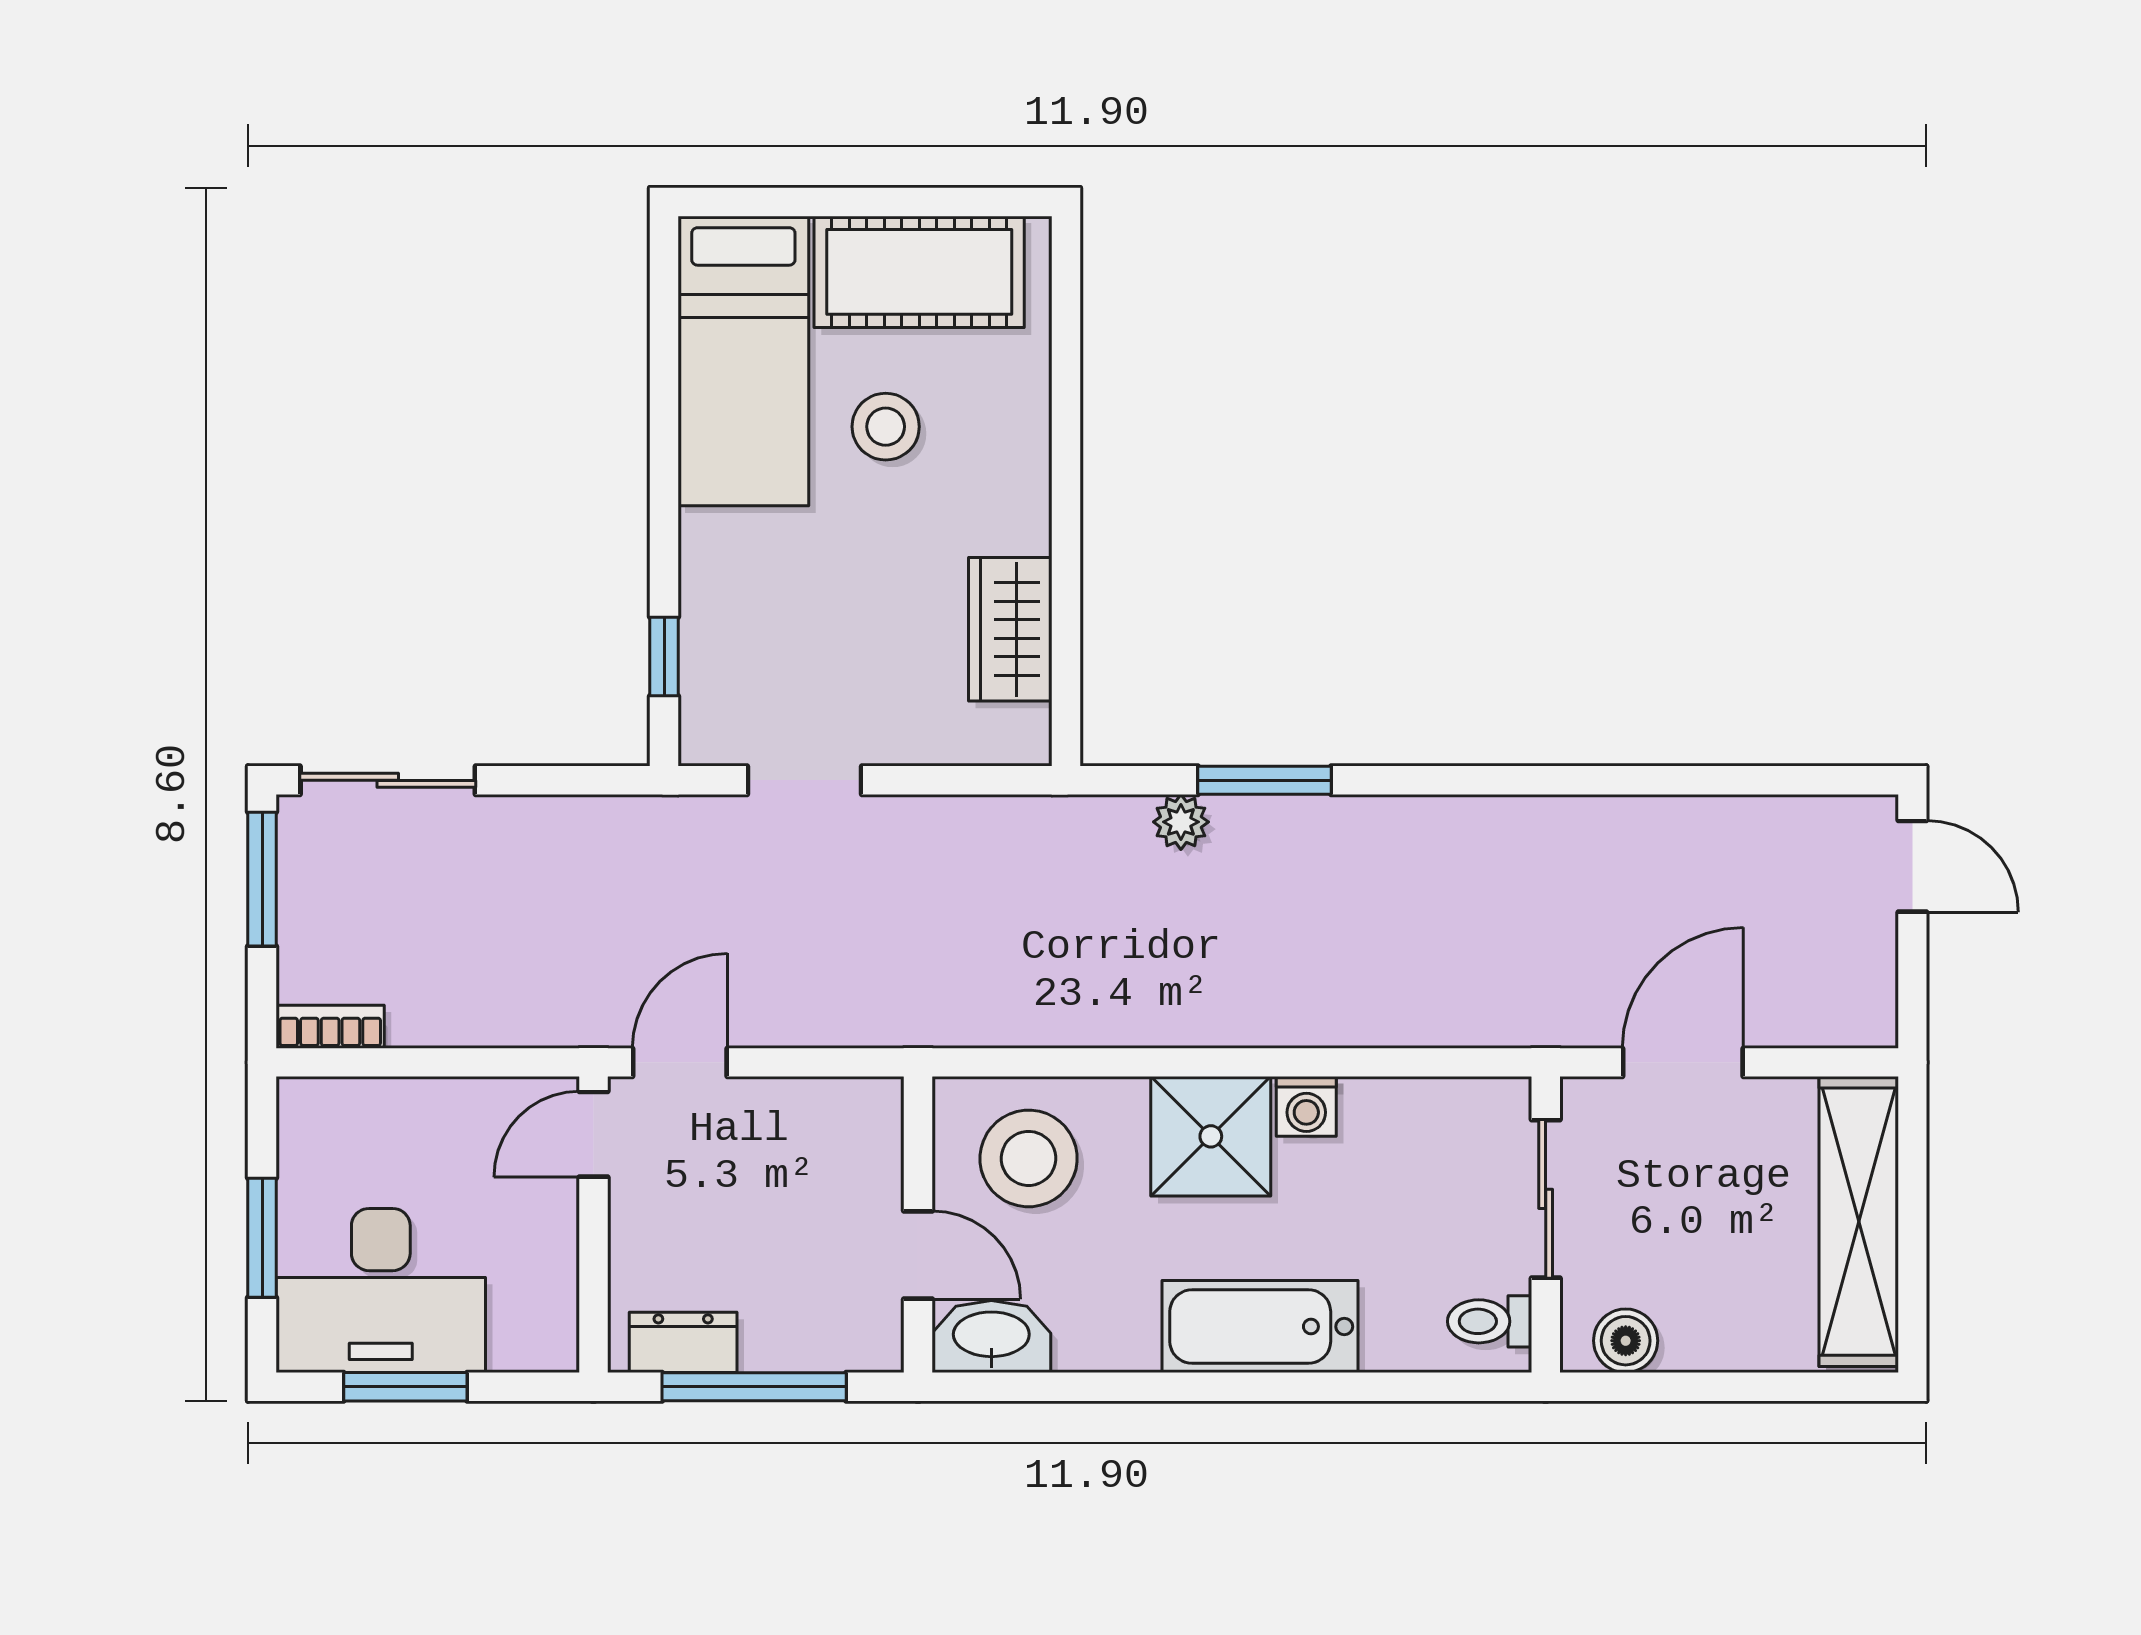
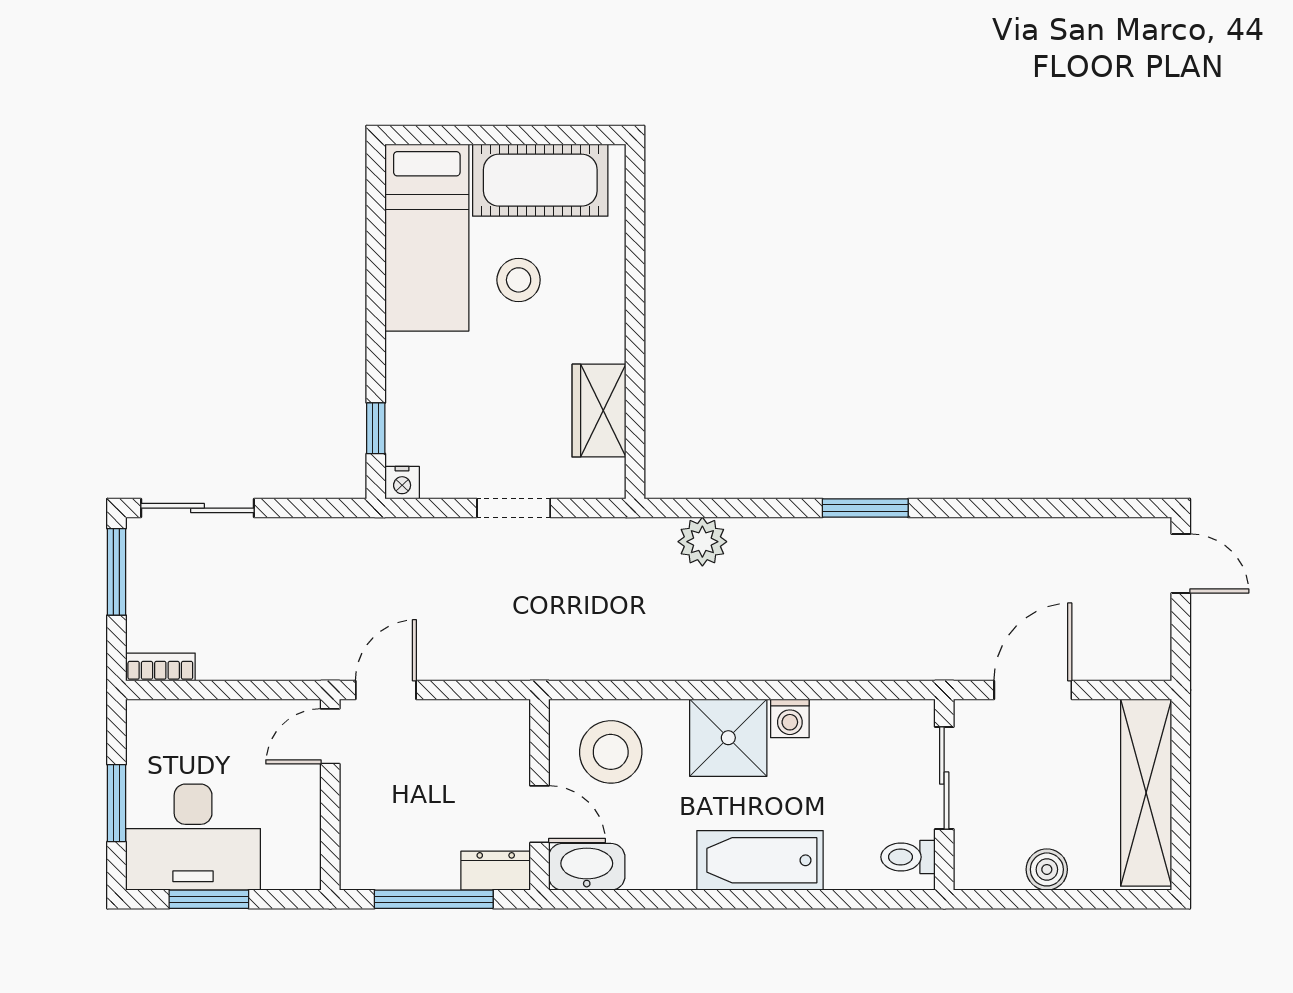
nightstand: (705, 741) -> (402, 483), added
doorway: (805, 780) -> (514, 508), moved
window: (1265, 780) -> (865, 508), moved
plant: (1181, 822) -> (702, 542), width x1.38, depth x1.38
boiler: (1626, 1341) -> (1047, 869), moved
dresser: (683, 1342) -> (496, 871), moved

